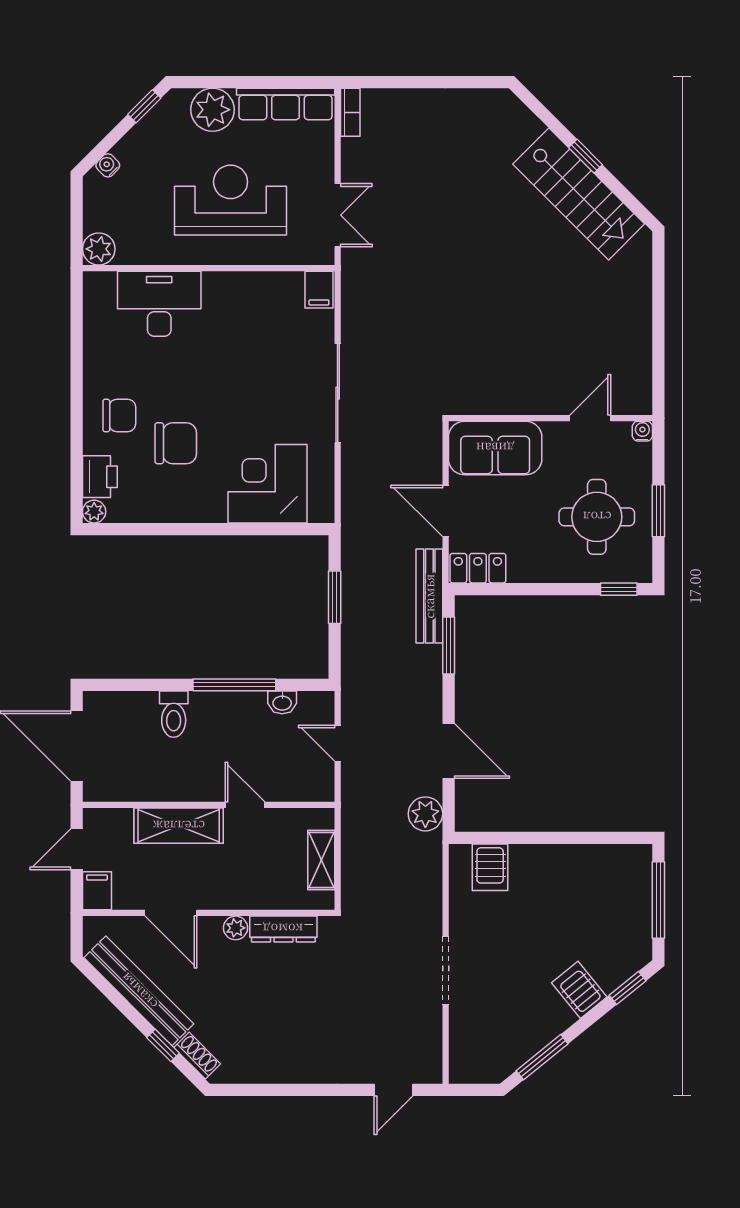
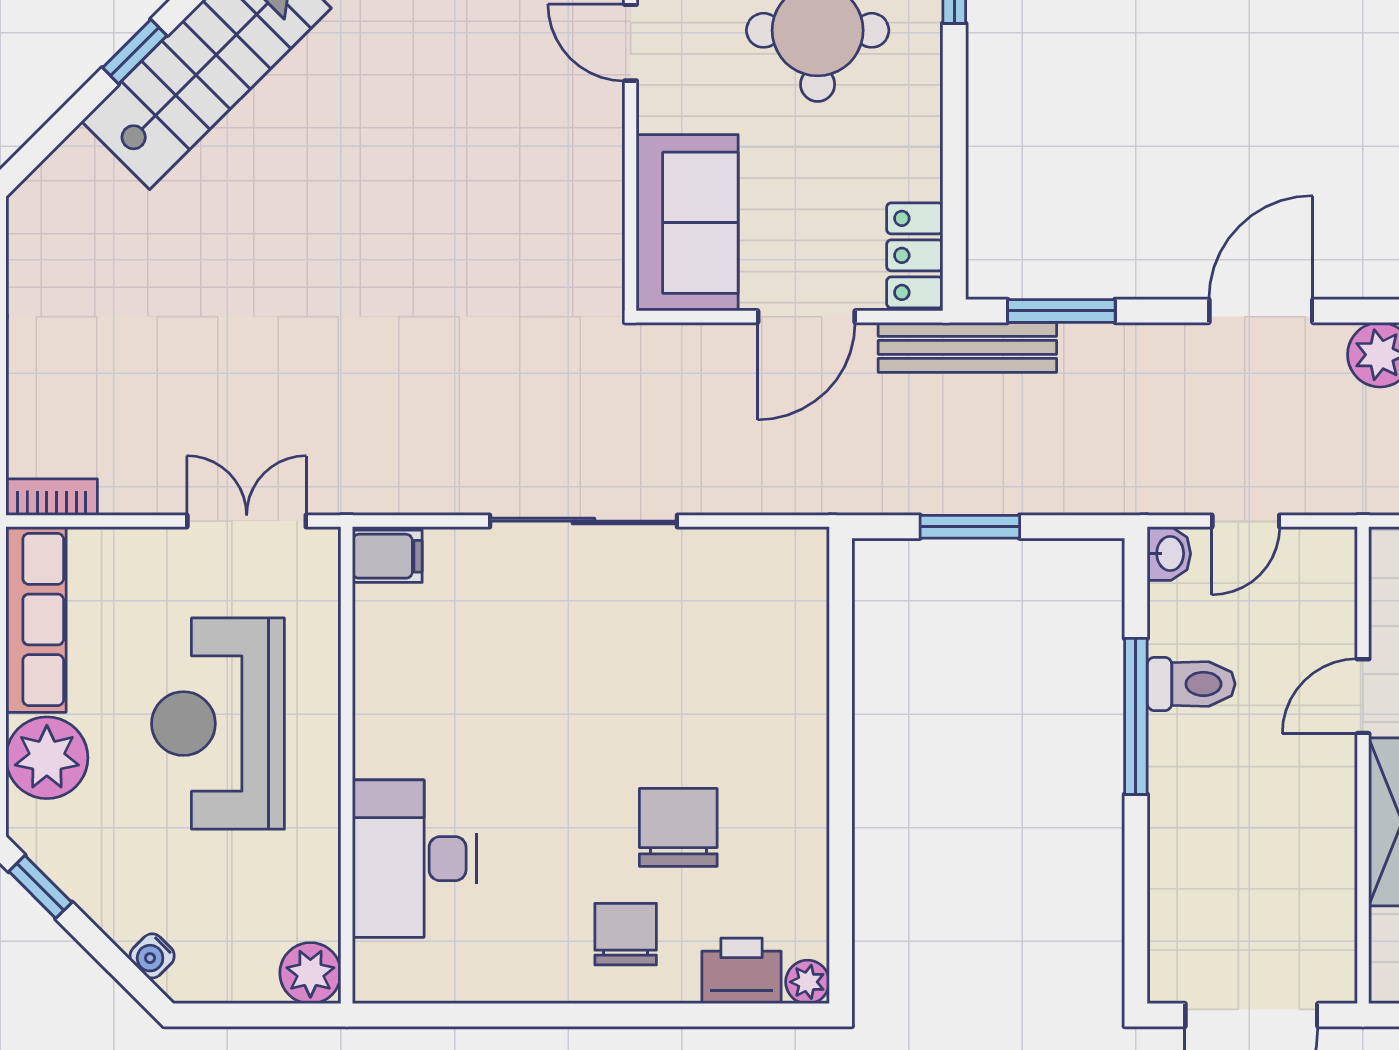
corner desk: (268, 484) -> (755, 654), removed
washbasin: (282, 702) -> (1169, 554), moved
toilet: (174, 714) -> (1191, 684), moved

